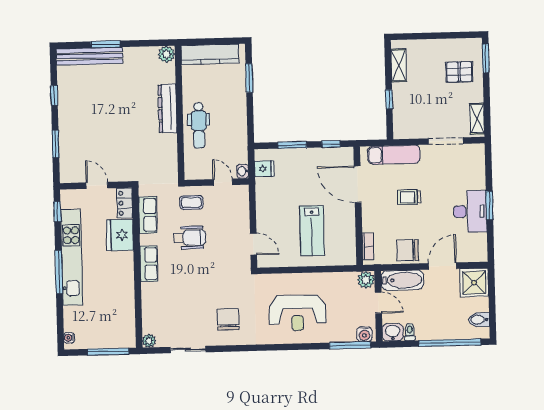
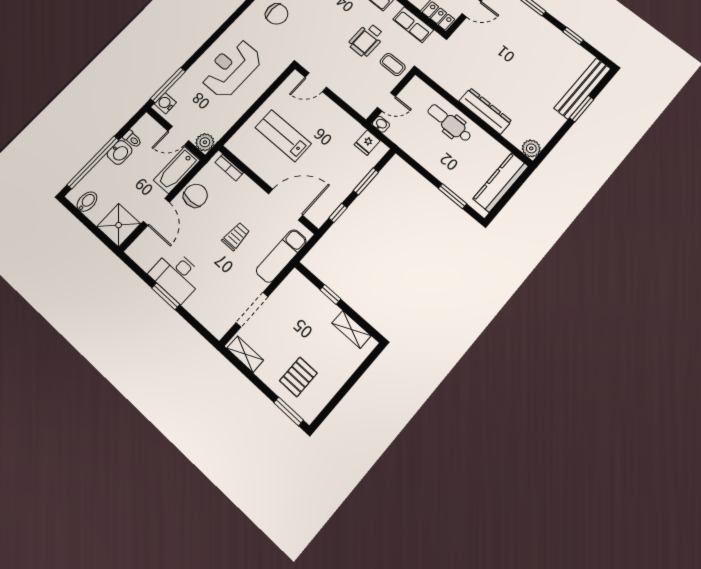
coffee table: (191, 202) -> (393, 65), turned 90
washbasin: (393, 332) -> (120, 152), moved

